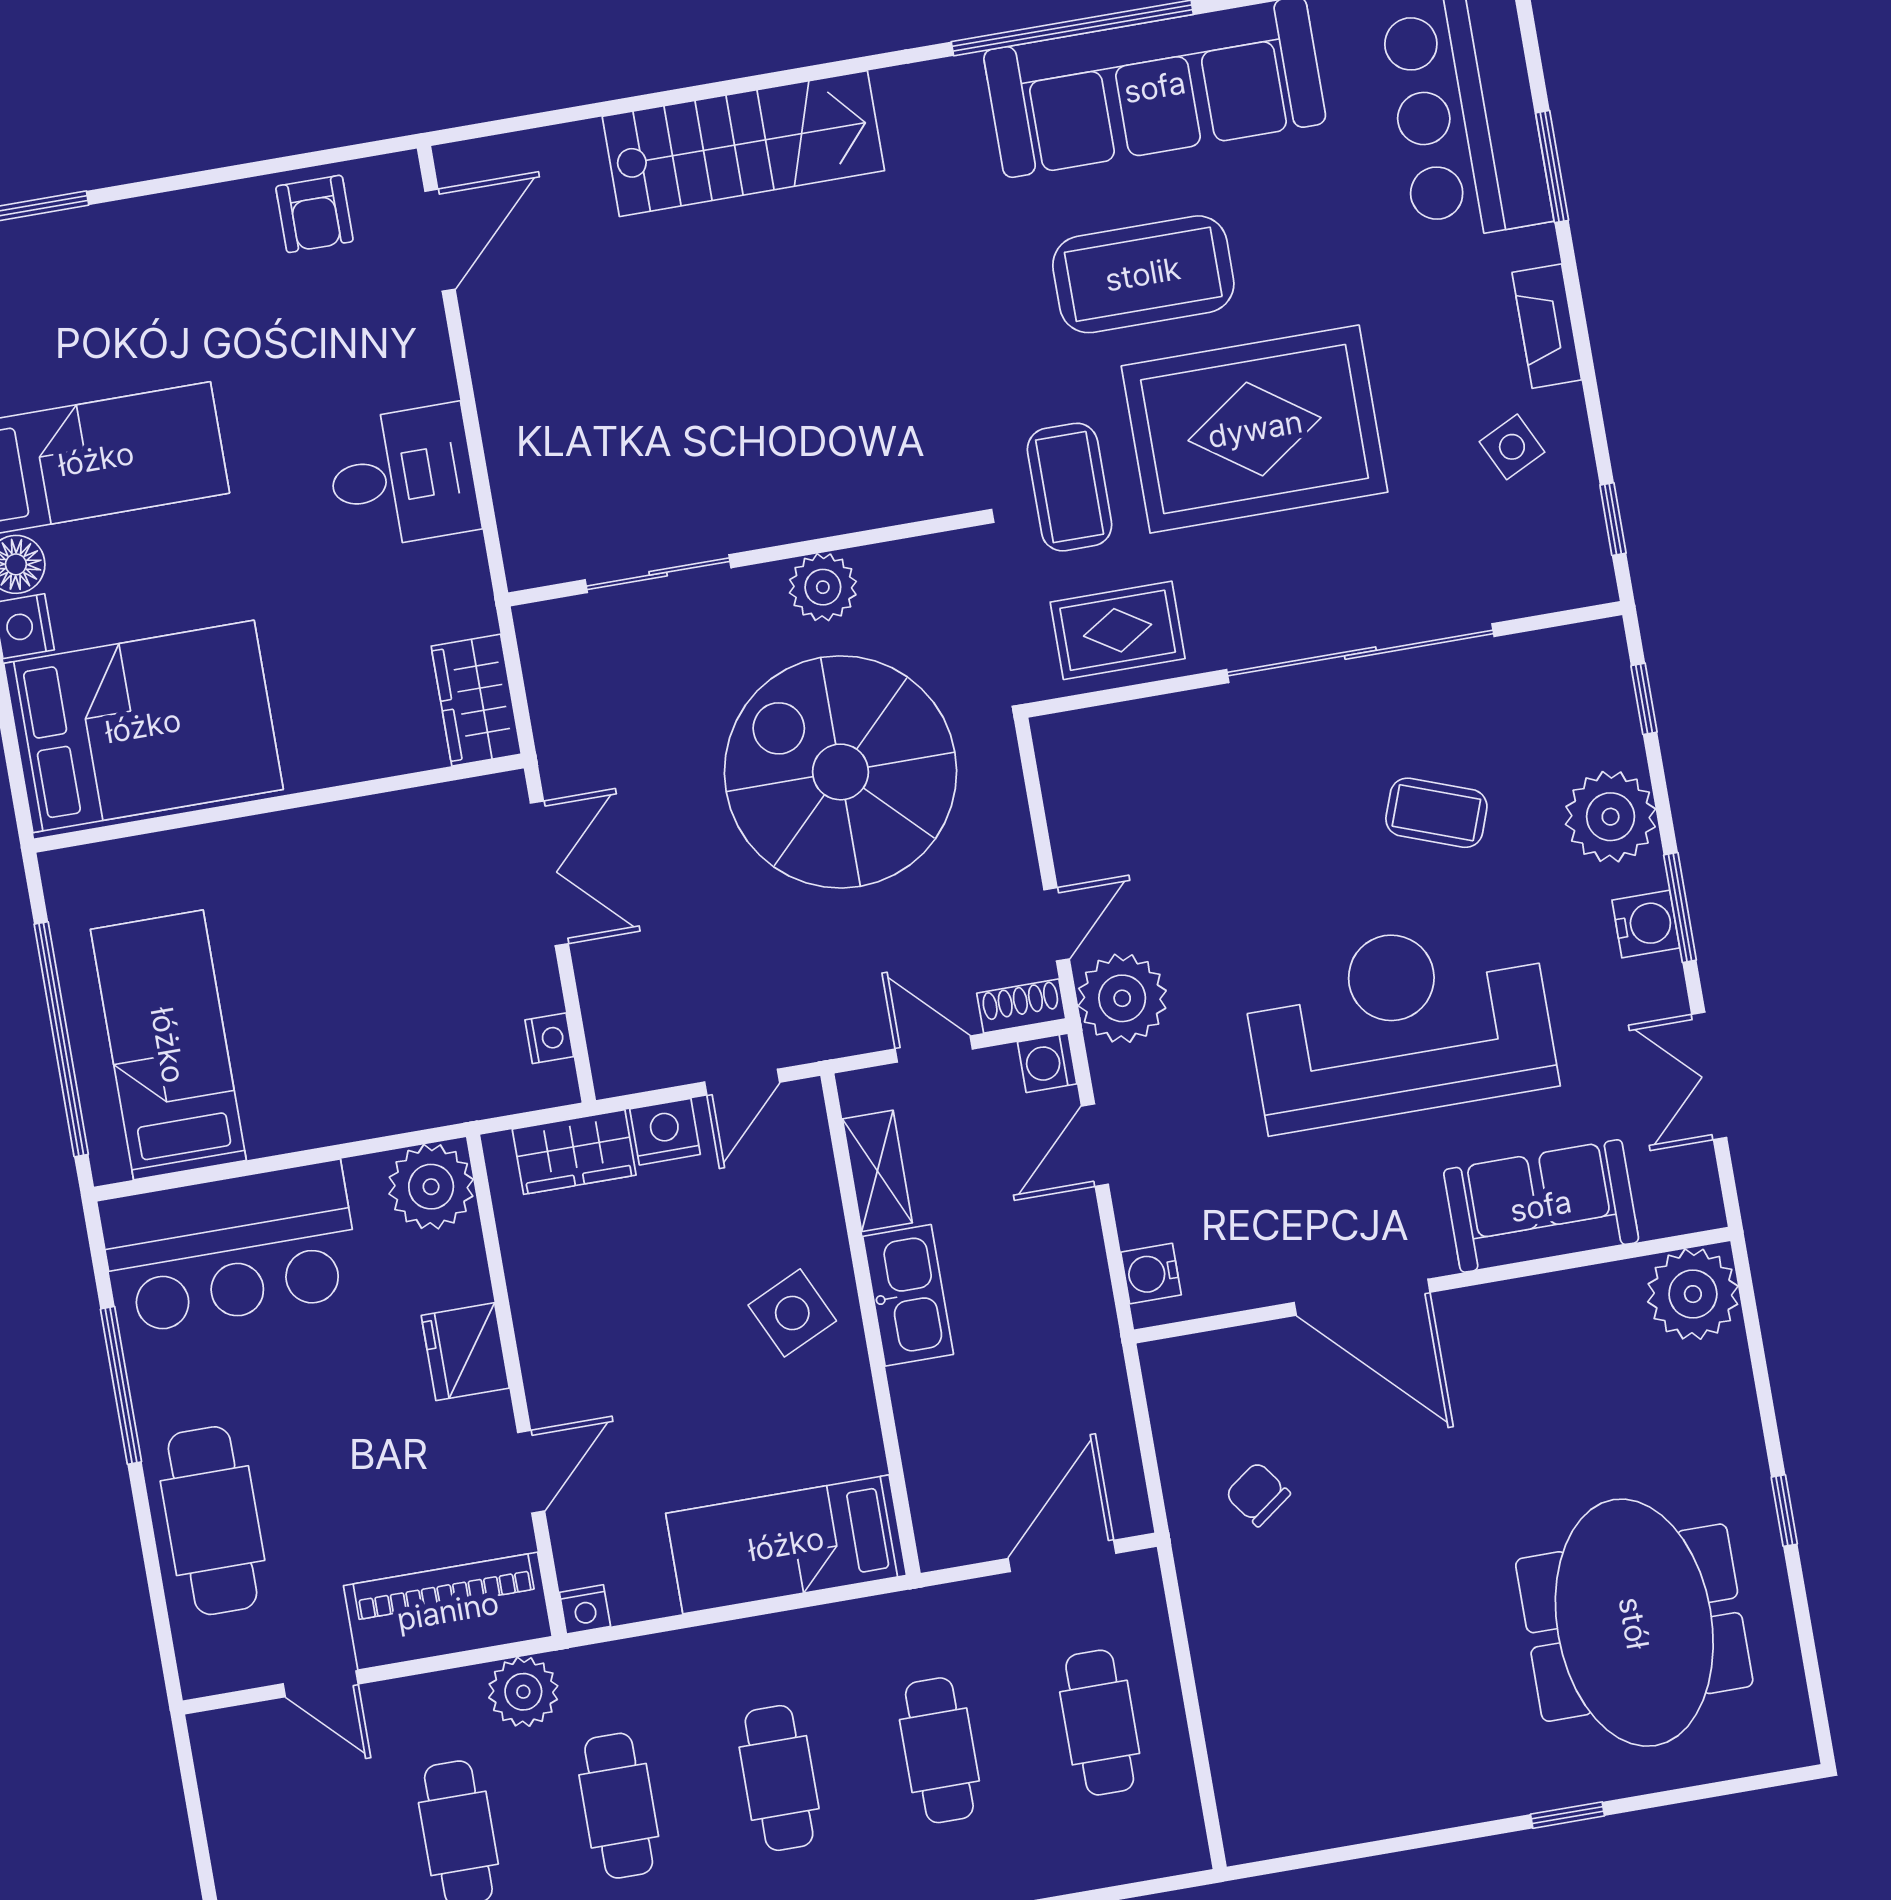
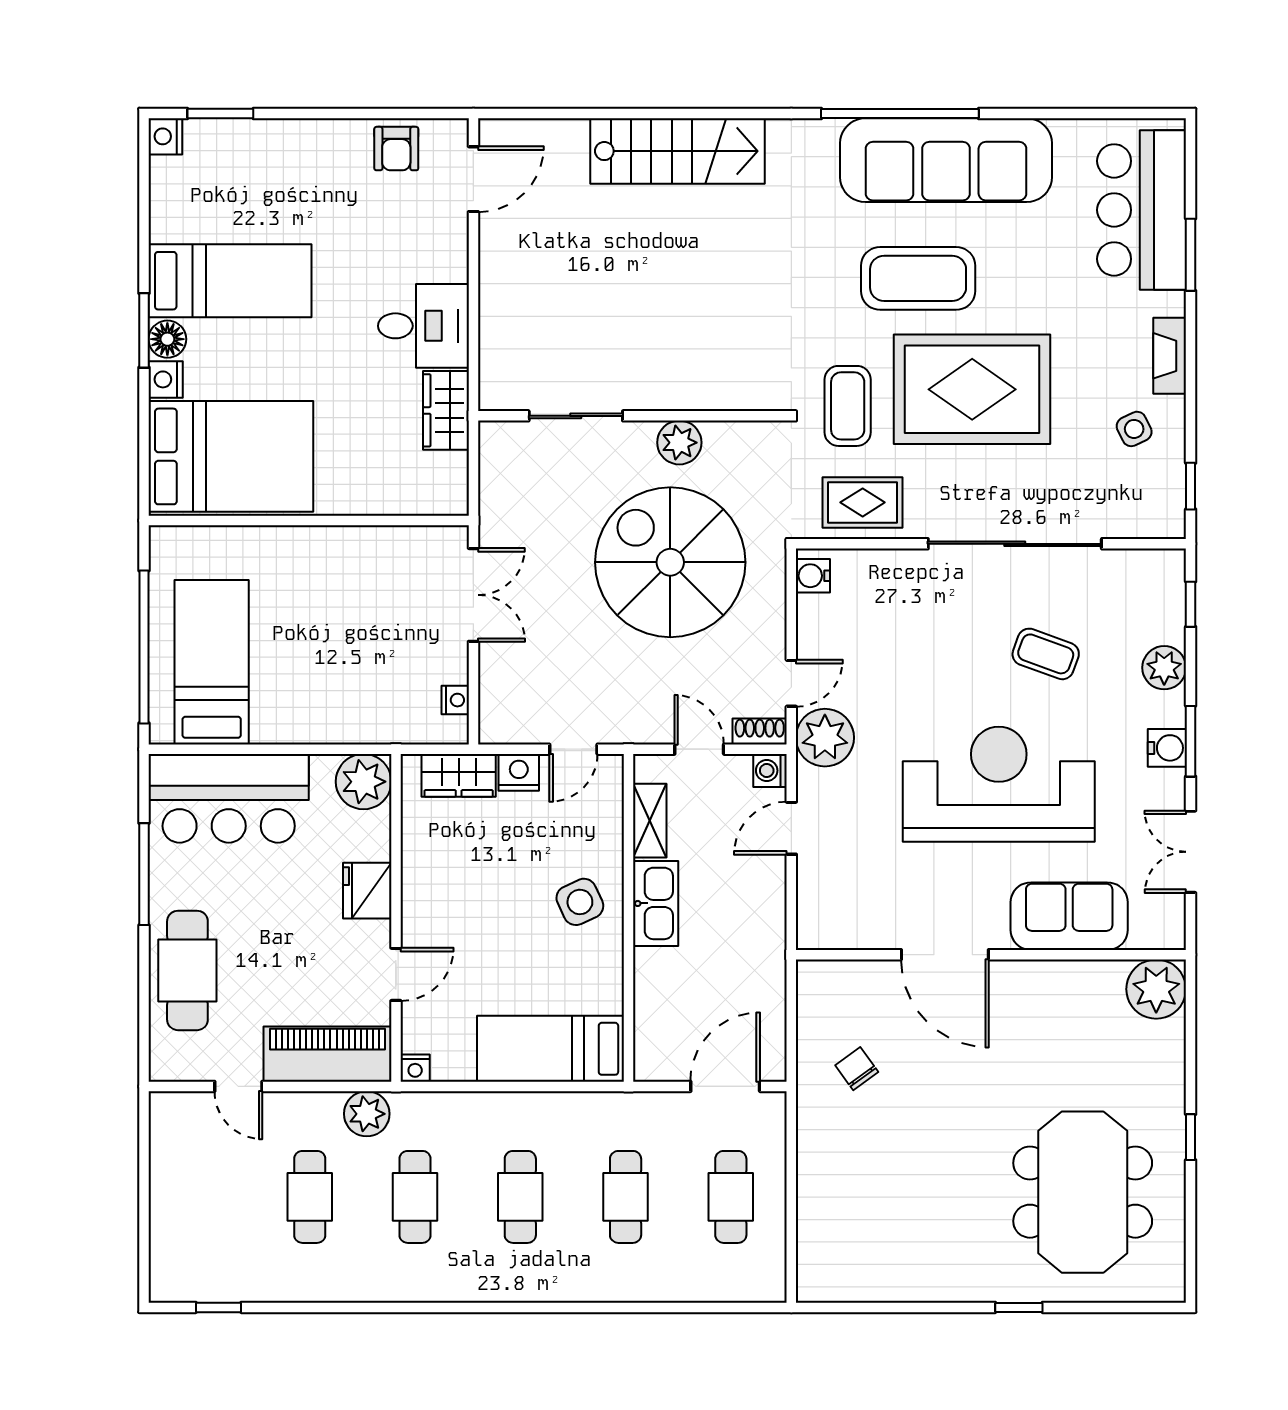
wardrobe: (476, 700) -> (446, 410), moved
plant: (1611, 817) -> (1164, 668), width x0.73, depth x0.73
water cooler: (1151, 1273) -> (813, 576), moved

